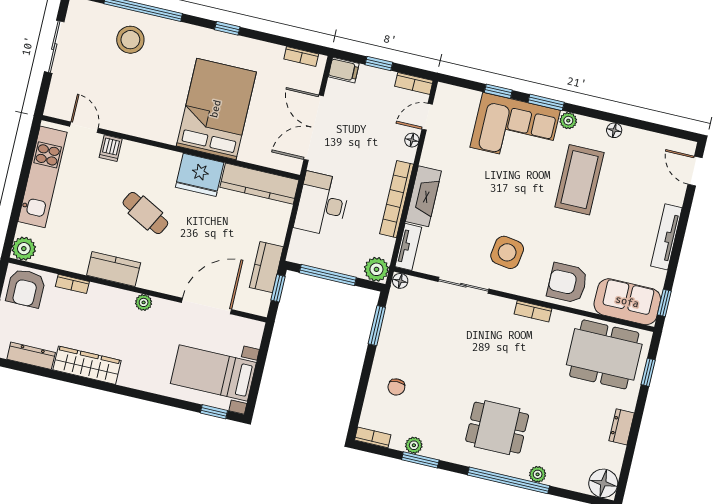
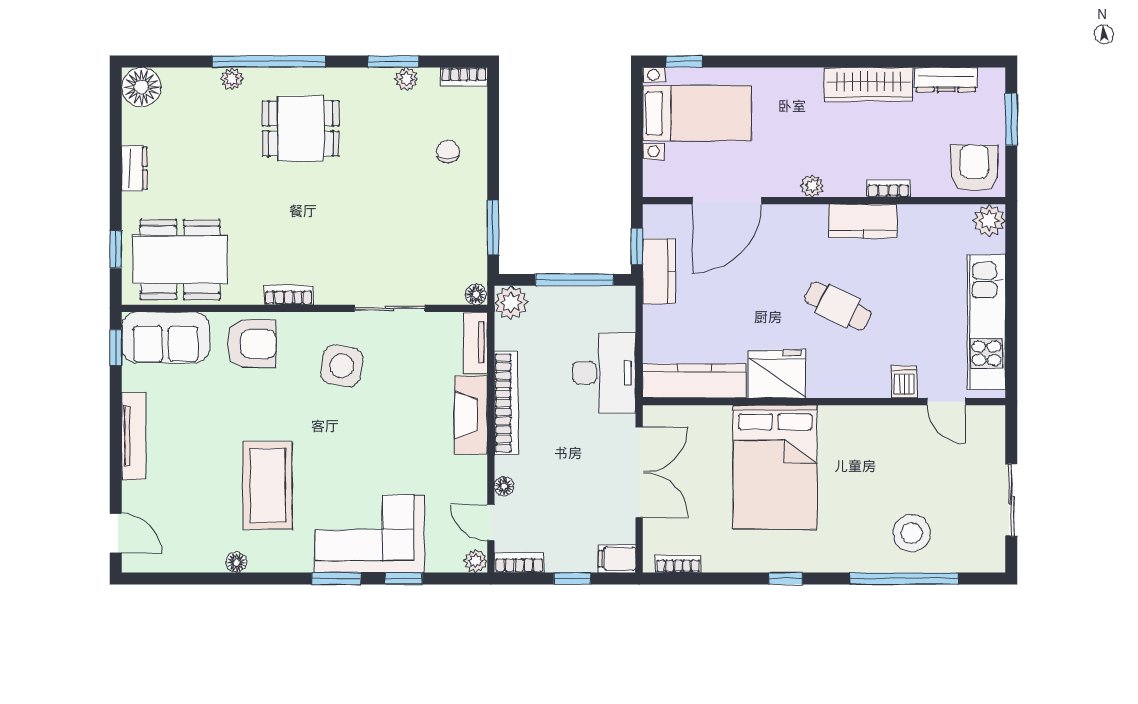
door: (427, 117) -> (491, 522), swing flipped
plant: (568, 121) -> (476, 561), moved
bookcase: (72, 284) -> (888, 188), moved

